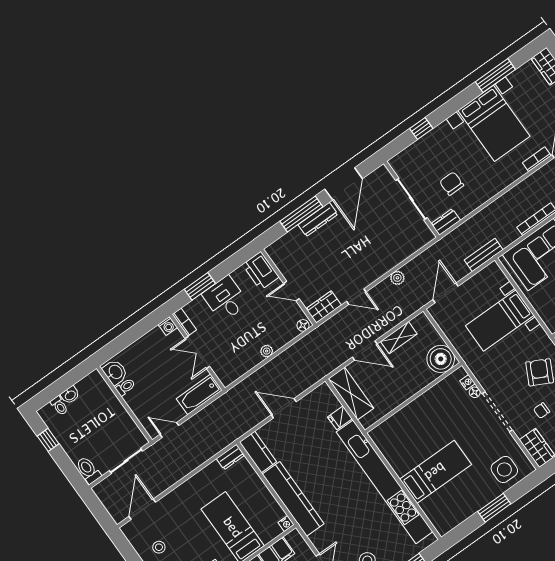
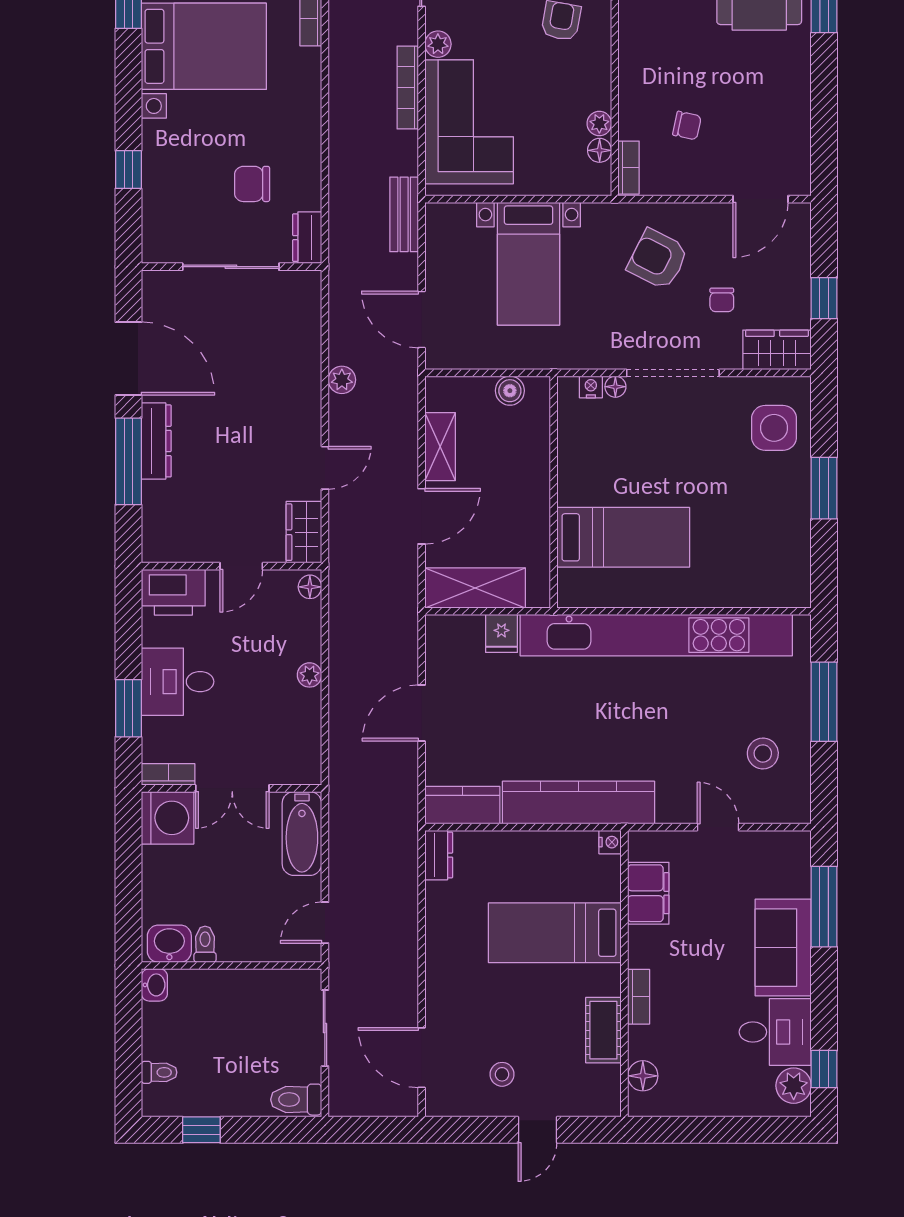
washing machine: (168, 326) -> (168, 818), width x1.89, depth x1.89
boiler: (441, 359) -> (510, 391), width x0.54, depth x0.54
washbasin: (70, 395) -> (154, 985), moved
bed: (435, 472) -> (623, 537), moved, turned 90

